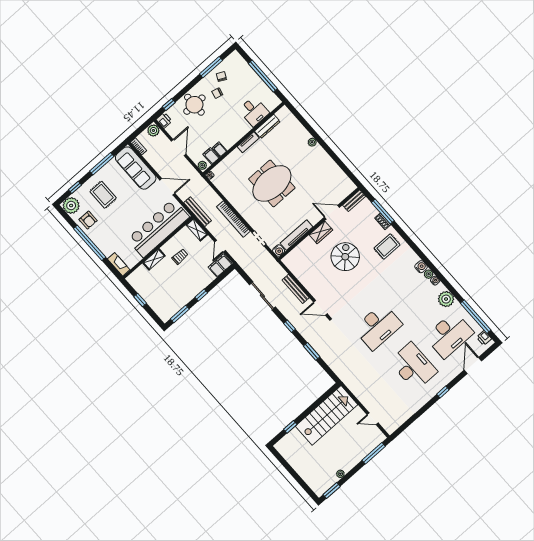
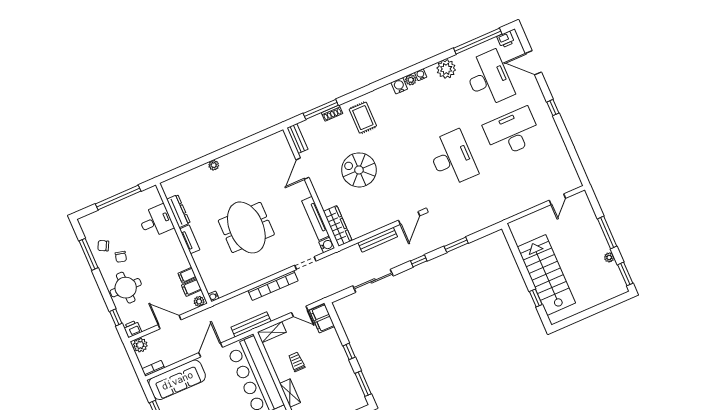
wardrobe: (321, 232) -> (338, 226), moved, width x1.50
stairs: (327, 415) -> (546, 275), moved
window: (374, 453) -> (607, 233), moved

